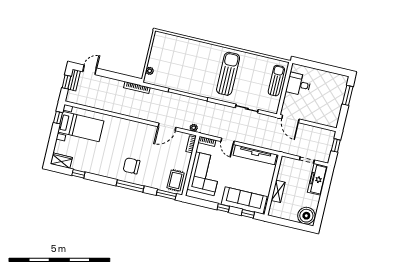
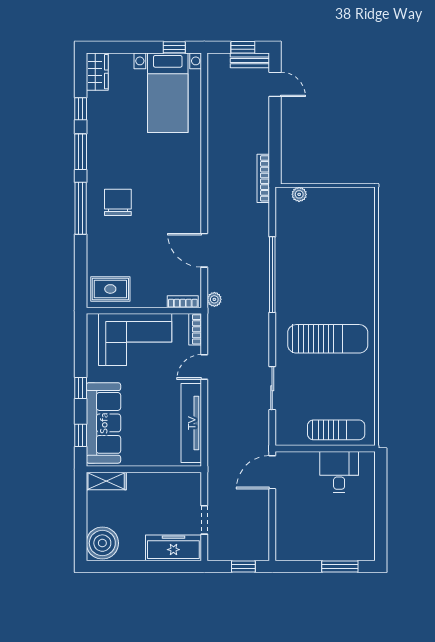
shelving: (278, 191) -> (106, 481), moved
window: (166, 194) -> (81, 152), moved

